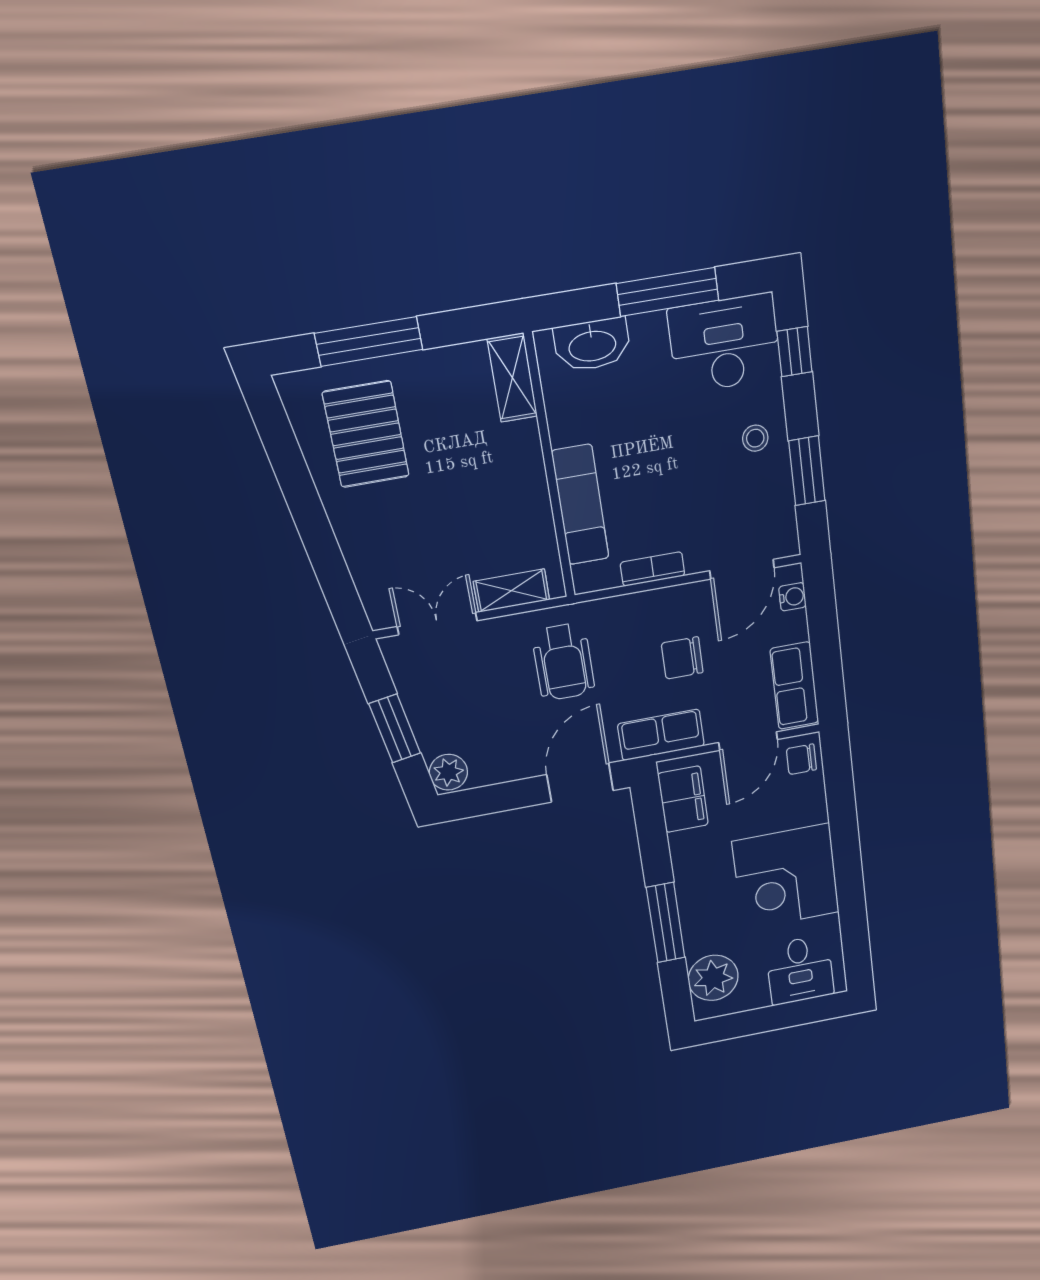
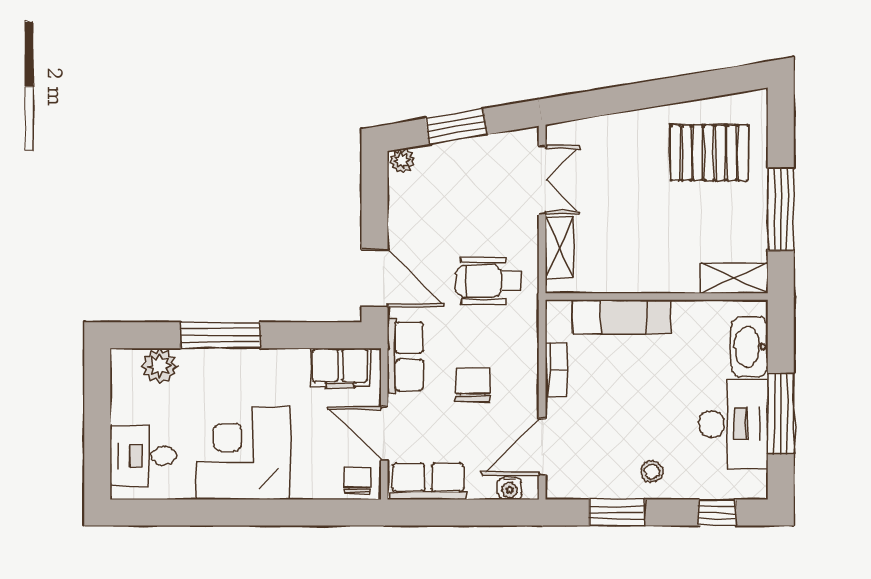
window: (369, 341) -> (781, 209), moved
desk: (725, 344) -> (733, 424), moved
door: (742, 569) -> (542, 447), hinge flipped
plant: (448, 772) -> (402, 161), width x0.73, depth x0.73
plant: (713, 978) -> (160, 366), width x0.73, depth x0.73

